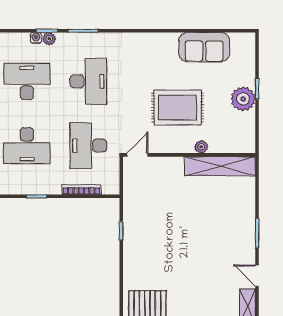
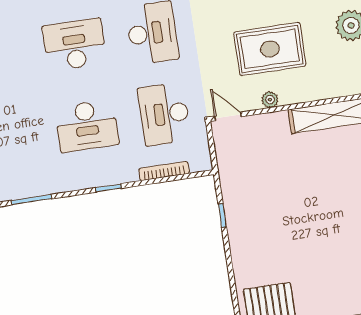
plant: (201, 147) -> (270, 100), moved
door: (137, 155) -> (228, 116), hinge flipped

